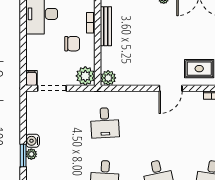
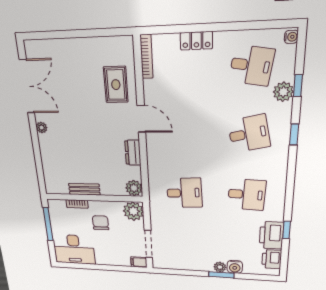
bench: (106, 26) -> (84, 189), width x0.73
dresser: (141, 79) -> (133, 153), added
water cooler: (33, 141) -> (235, 267), moved

